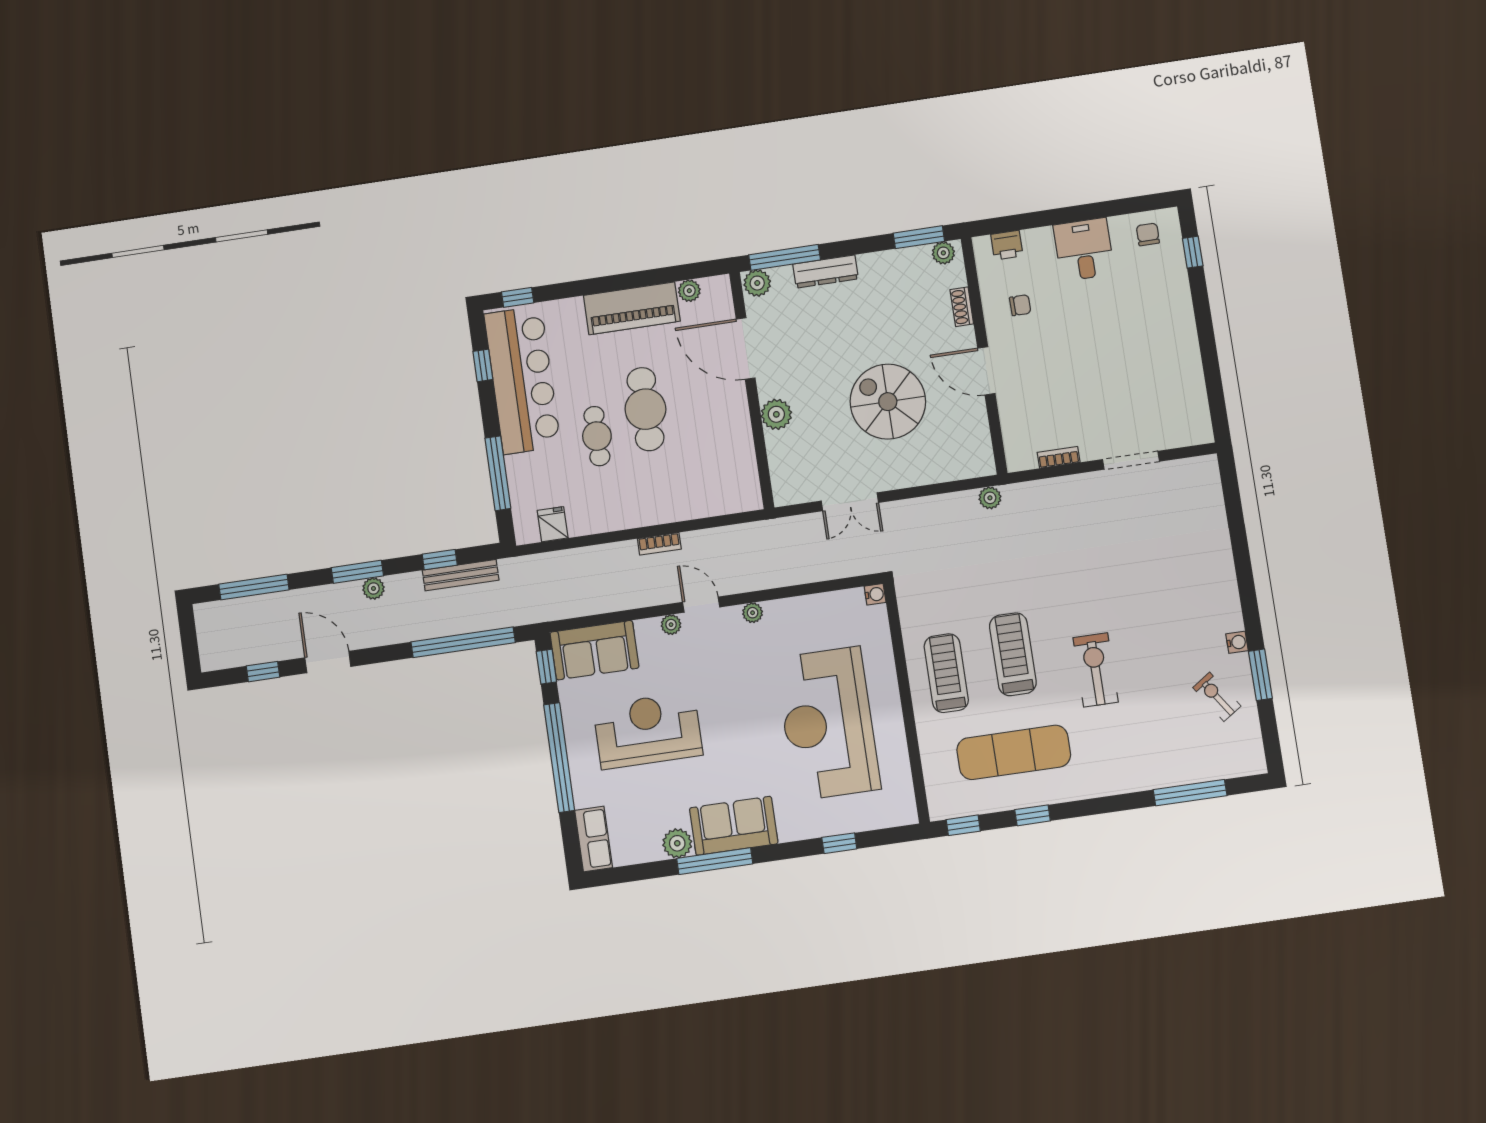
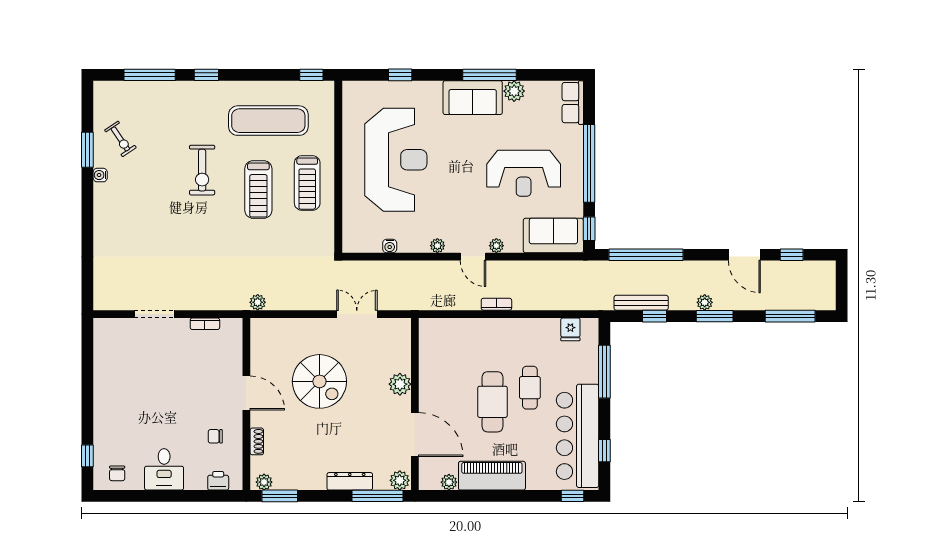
water cooler: (875, 594) -> (390, 246), moved, turned -90
window: (1033, 815) -> (206, 75), moved

